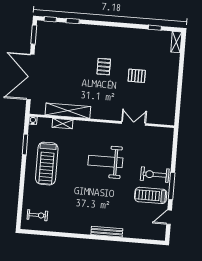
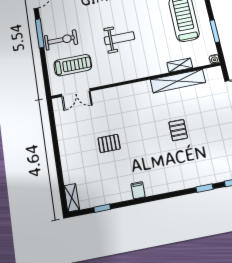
filing cabinet: (124, 33) -> (138, 190), added
pallet: (104, 67) -> (178, 130), moved
double door: (134, 123) -> (76, 93), moved
weight bench: (105, 162) -> (119, 38), width x0.73, depth x0.75
treadmill: (151, 195) -> (73, 65), moved

